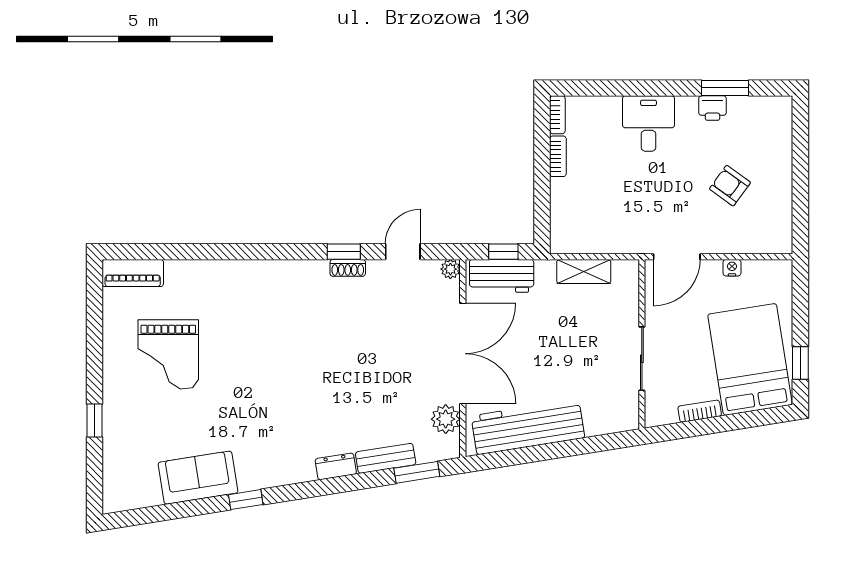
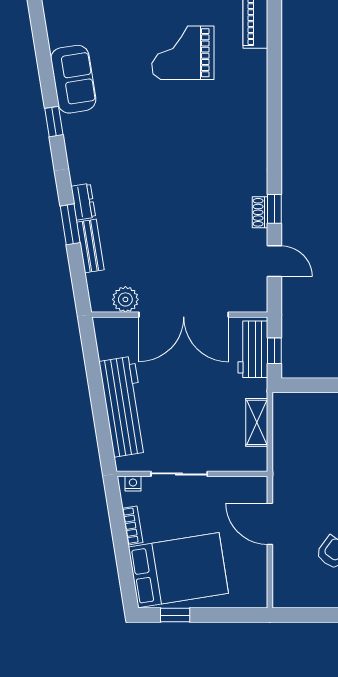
door: (677, 257) -> (270, 524), moved
nightstand: (732, 268) -> (133, 484), moved, turned -90
plant: (450, 269) -> (259, 304), removed
workbench: (528, 427) -> (124, 407), moved
window: (417, 472) -> (70, 224), moved

